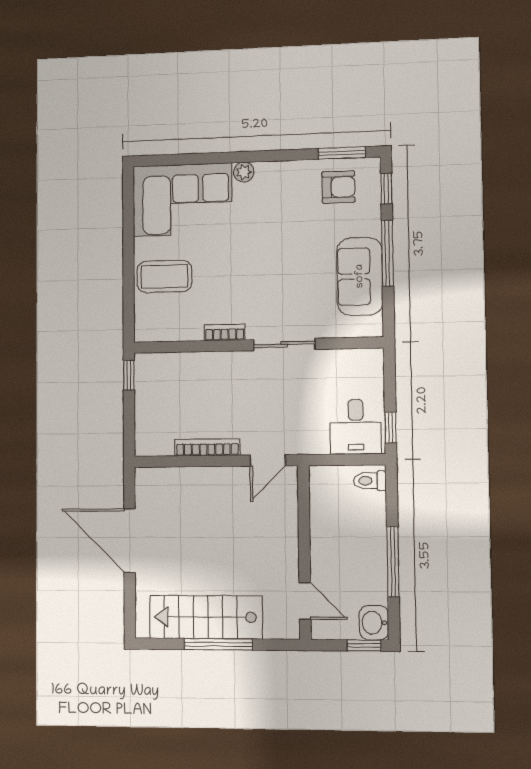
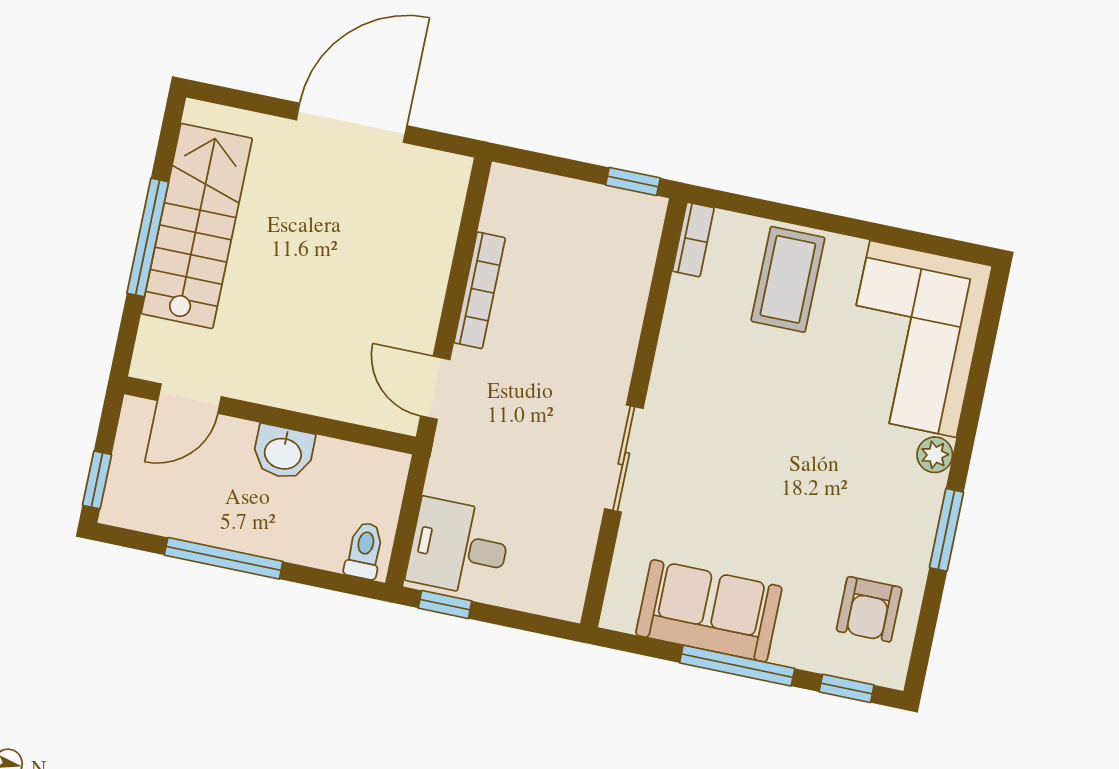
window: (342, 153) -> (946, 530), moved
bookcase: (225, 332) -> (693, 240), moved
washbasin: (374, 623) -> (283, 452), moved, turned 180

